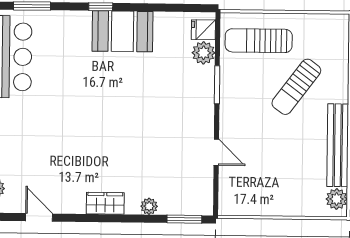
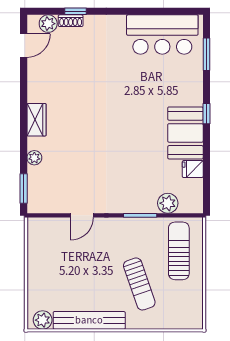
fridge: (203, 30) -> (193, 169), moved, turned -90
sun lounger: (296, 87) -> (139, 284), turned -146
door: (39, 217) -> (24, 46), moved

